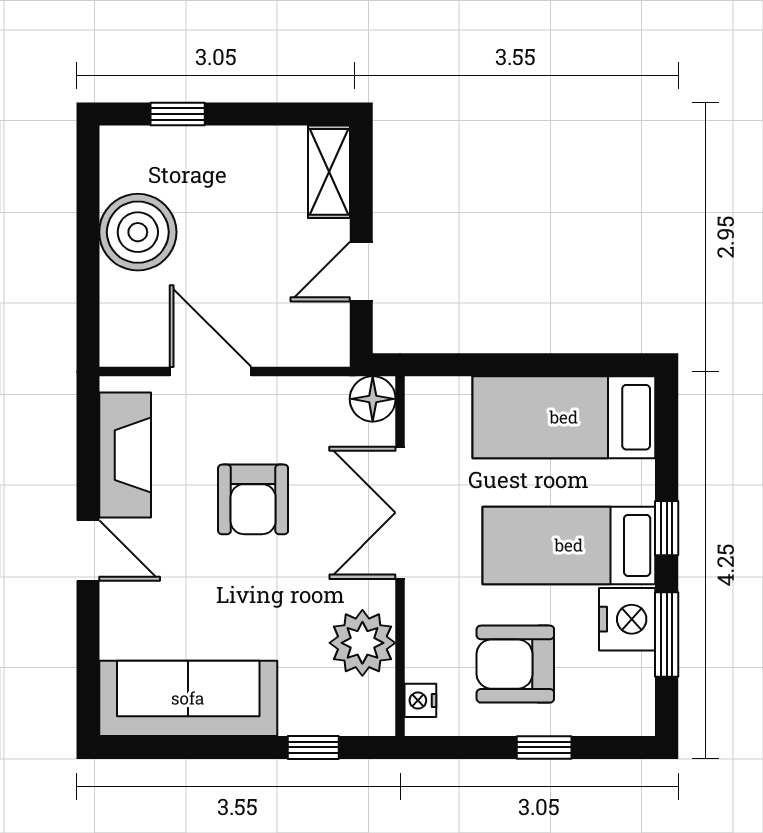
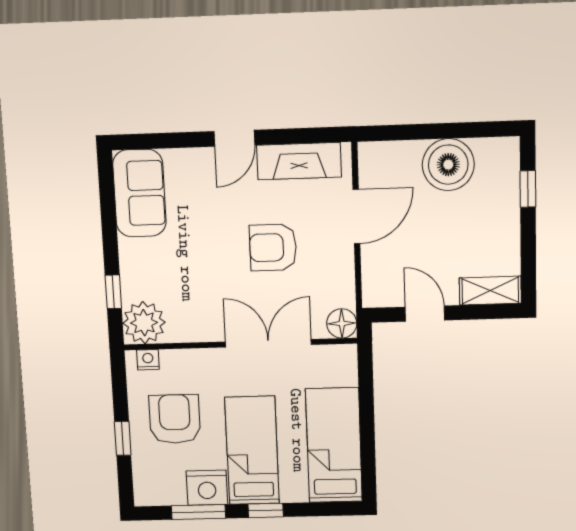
plant: (362, 643) -> (144, 323), moved
sofa: (188, 698) -> (139, 193), width x0.73

